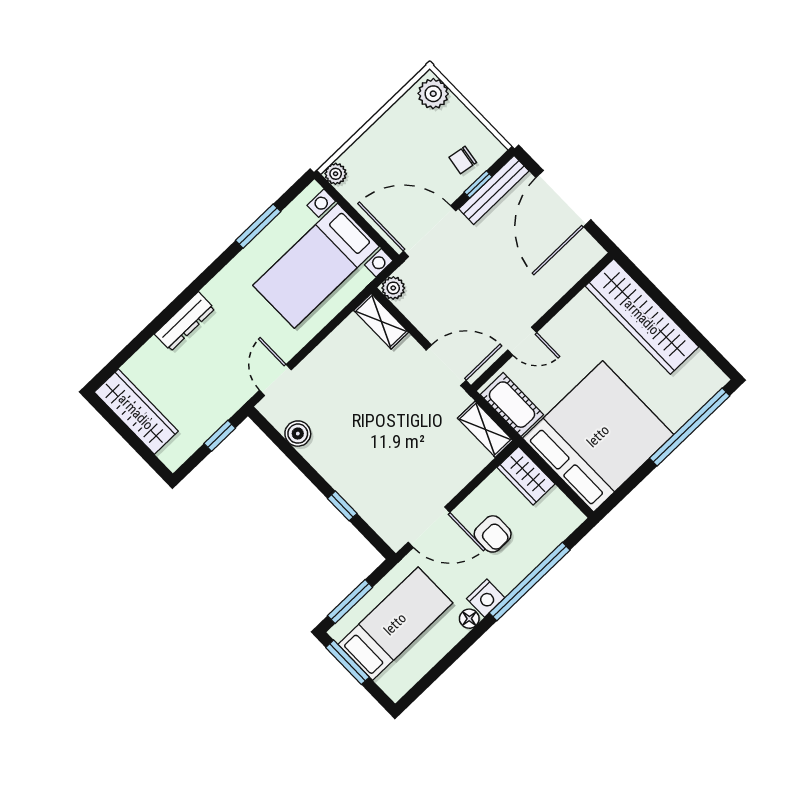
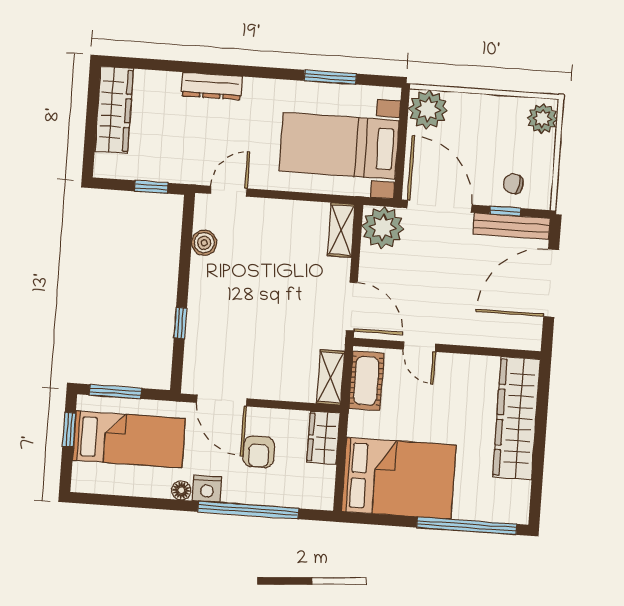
plant: (336, 174) -> (428, 109), width x1.88, depth x1.88
plant: (393, 288) -> (383, 228), width x1.88, depth x1.88
bed: (598, 436) -> (399, 478), width x0.73
window: (347, 662) -> (69, 430), width x0.67

